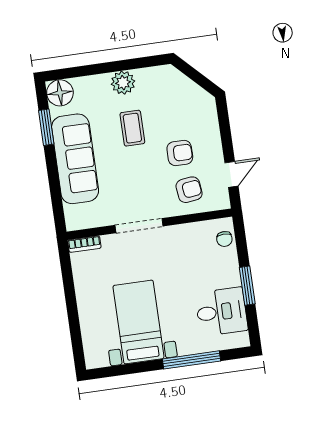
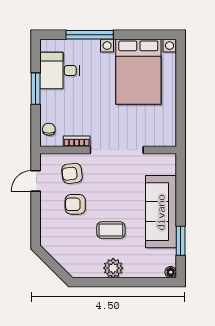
floor lamp: (60, 93) -> (171, 272), width x0.53, depth x0.53
coffee table: (132, 128) -> (111, 230), turned 90
doorway: (139, 226) -> (117, 150), width x1.36
bookcase: (84, 244) -> (77, 141), moved
bed with nightstands: (138, 322) -> (138, 72), width x1.36

